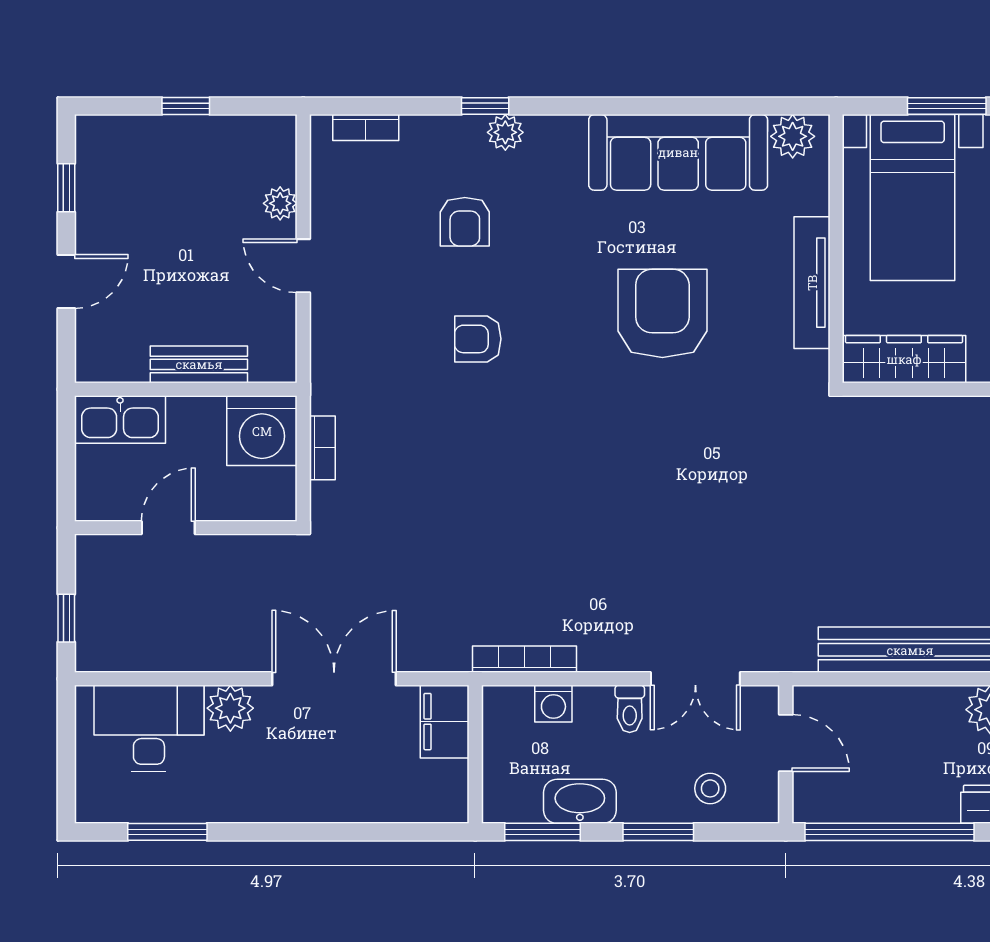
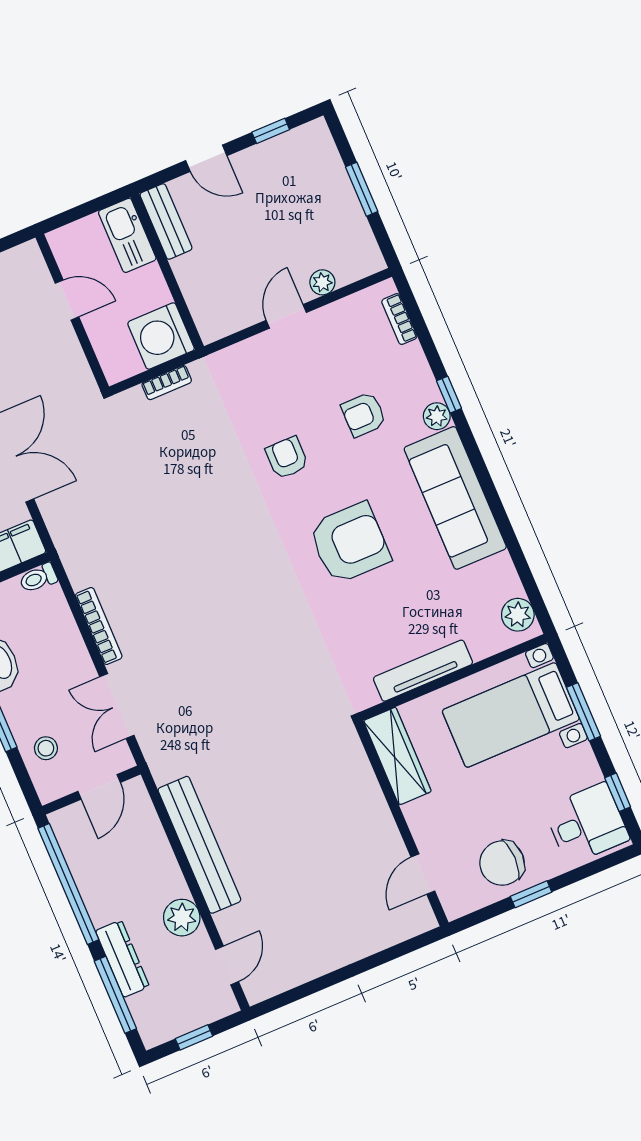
window: (186, 106) -> (362, 189), width x1.50
sofa: (678, 152) -> (455, 498), moved
armchair: (662, 313) -> (350, 543), moved
bench: (199, 364) -> (166, 221), moved
bookcase: (524, 659) -> (99, 626), moved
washing machine: (553, 704) -> (59, 616), removed
toilet: (630, 709) -> (38, 578), moved

